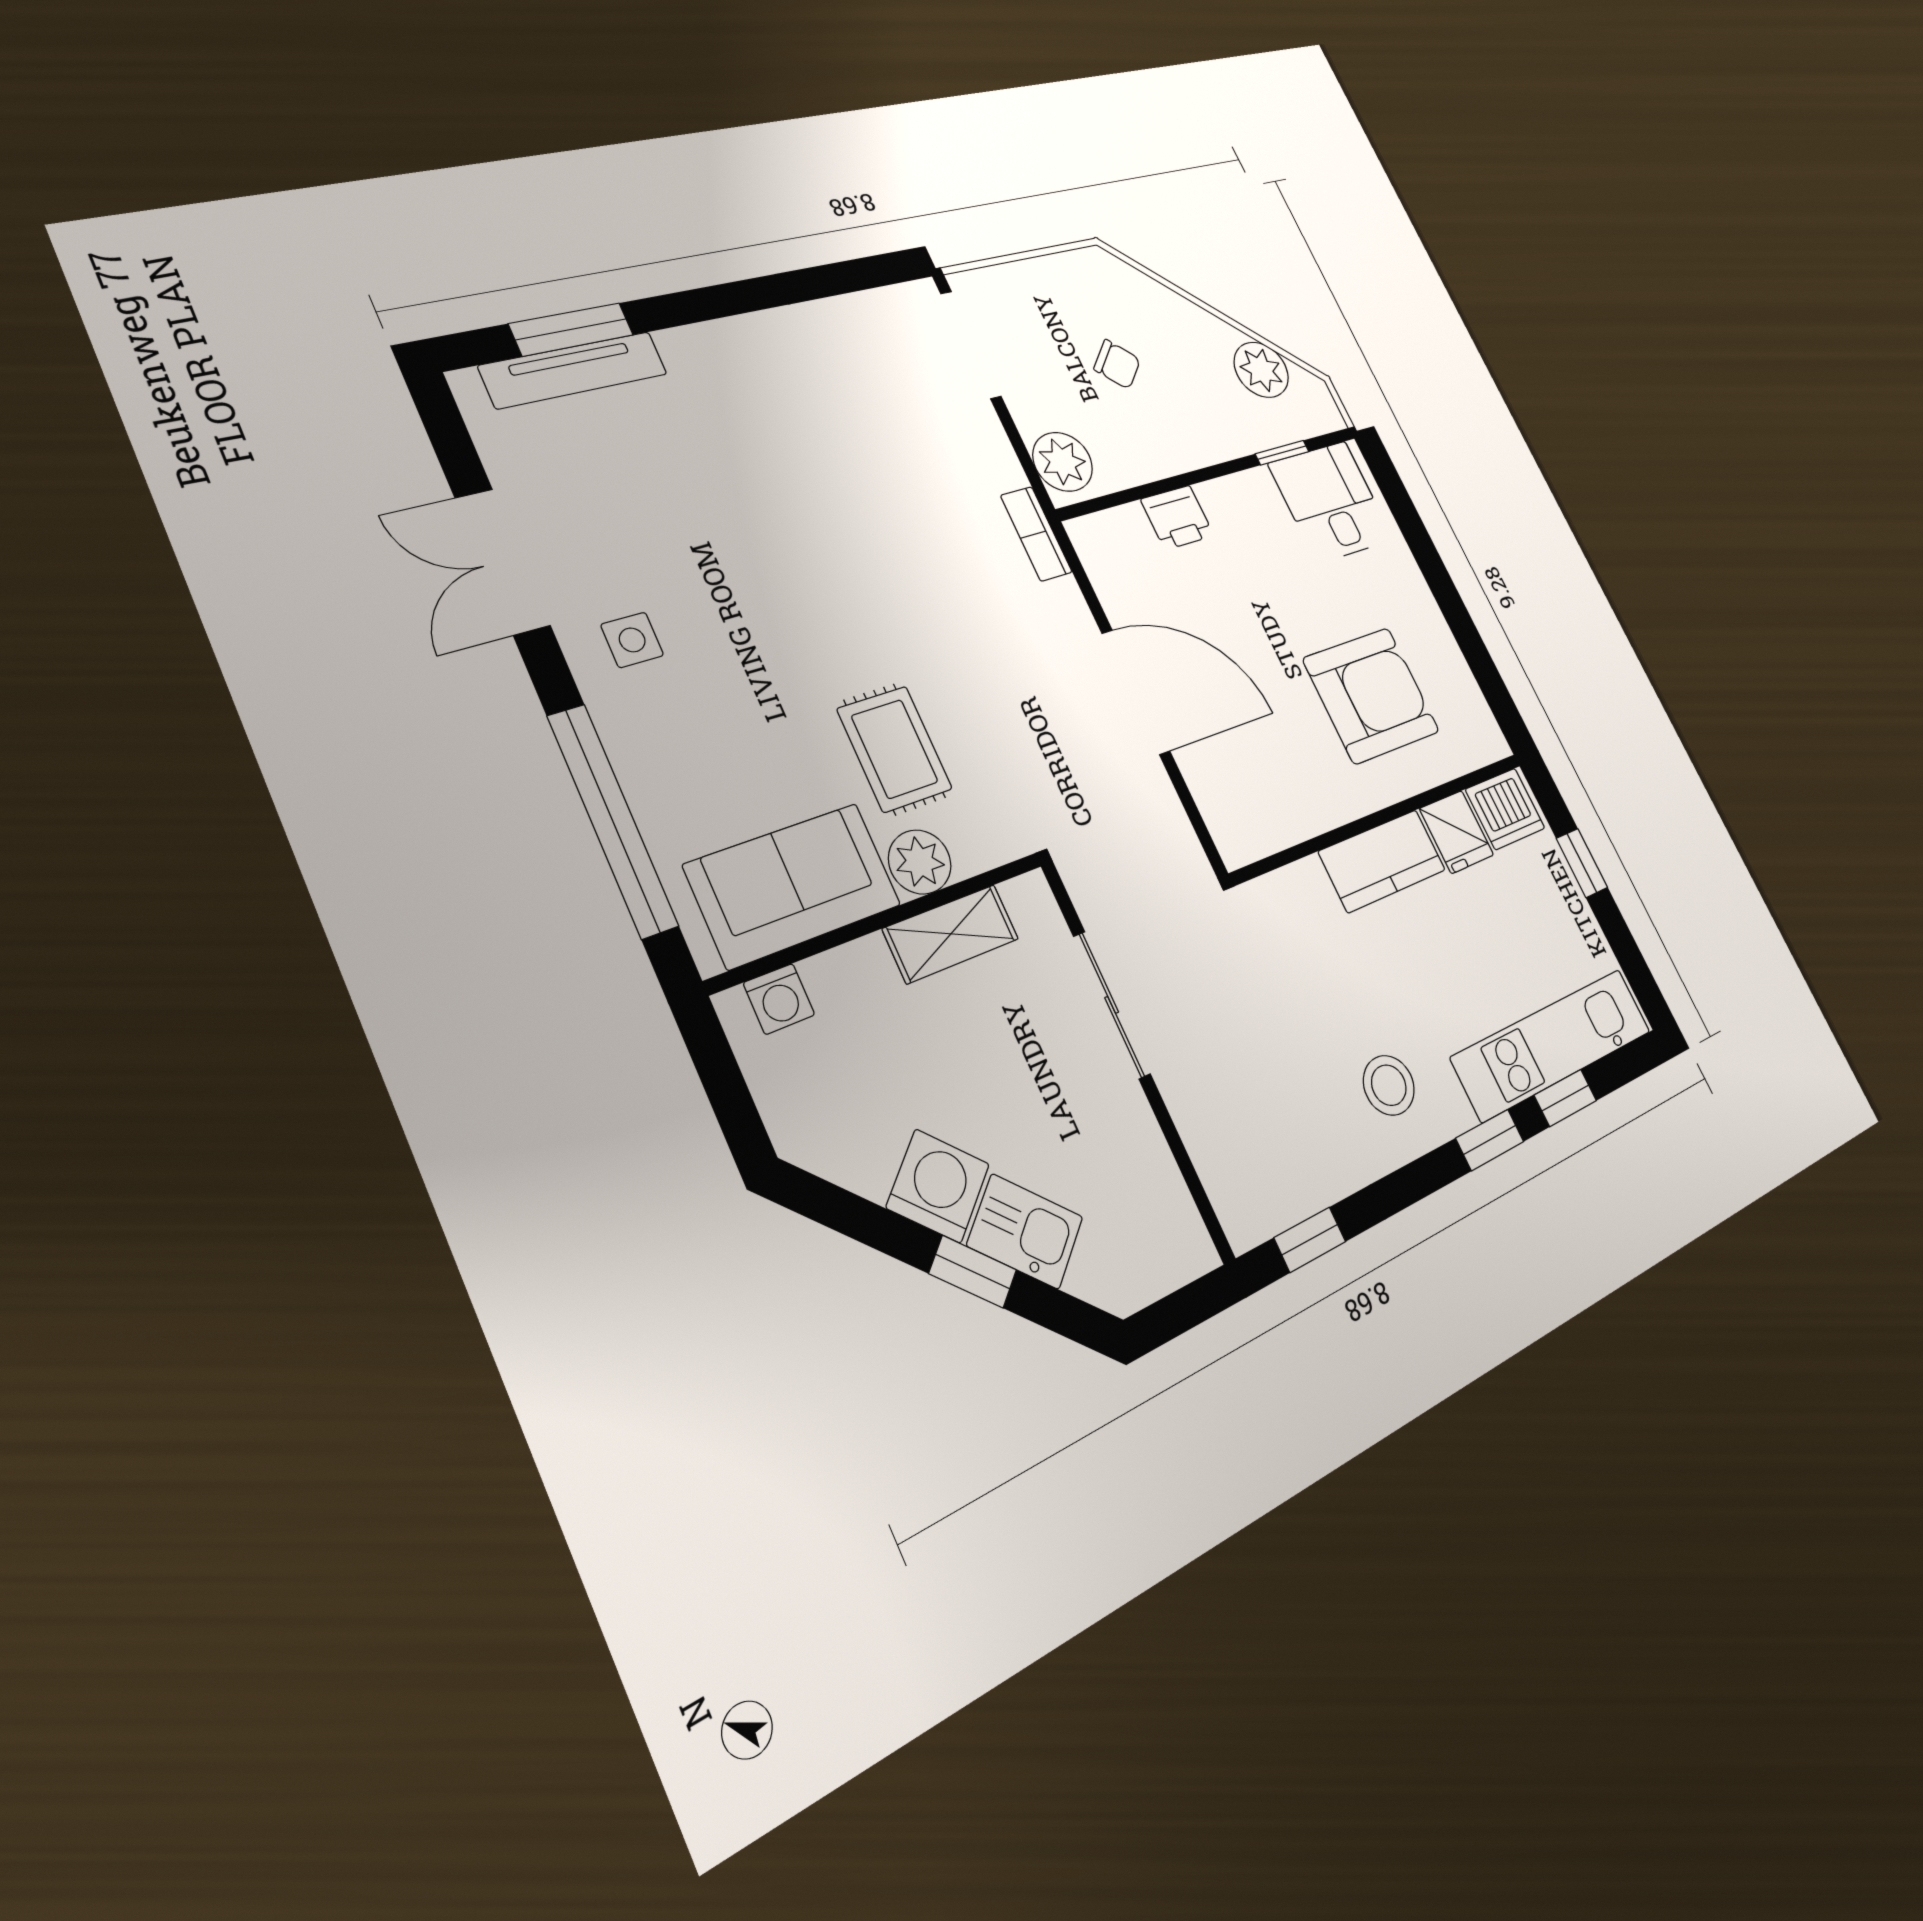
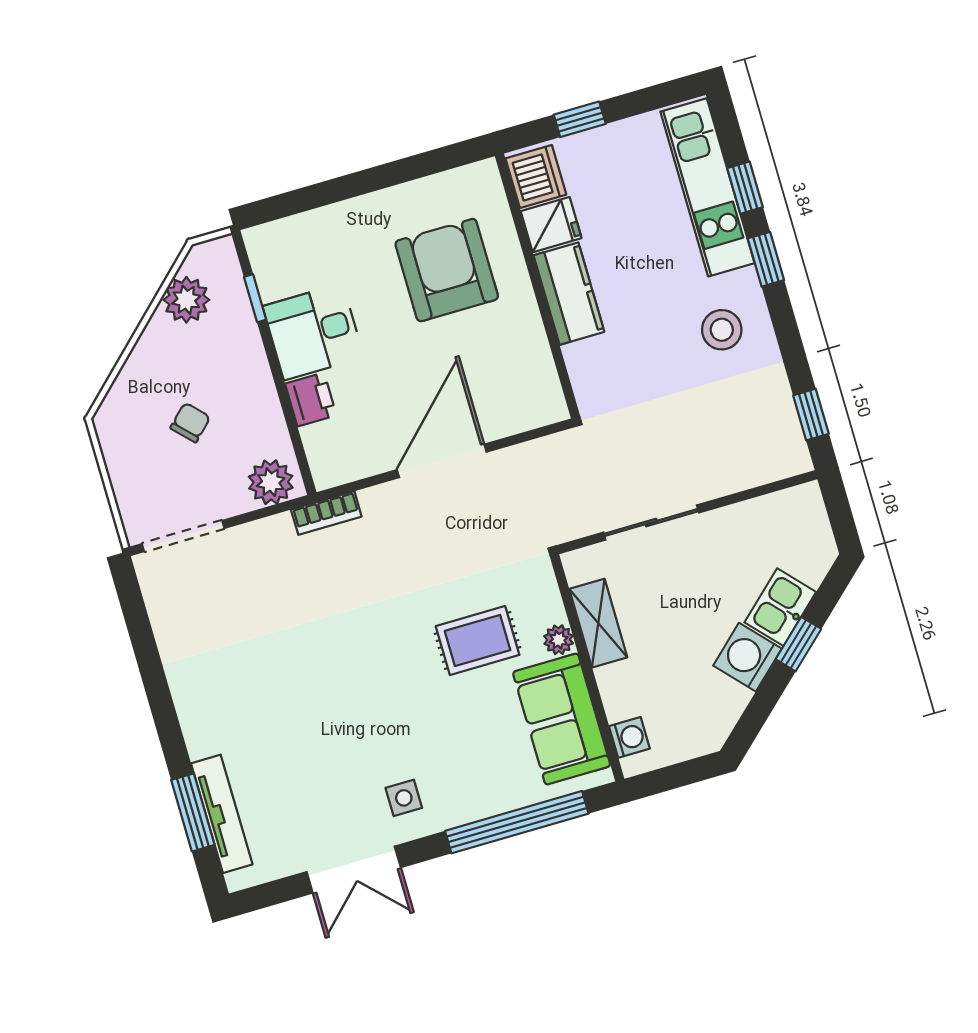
desk: (1331, 502) -> (313, 332), moved
plant: (920, 862) -> (559, 640), width x0.73, depth x0.73

